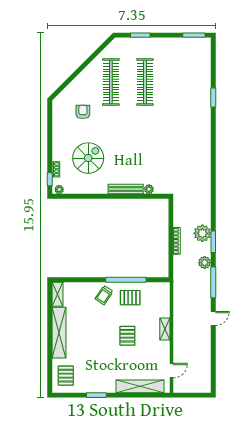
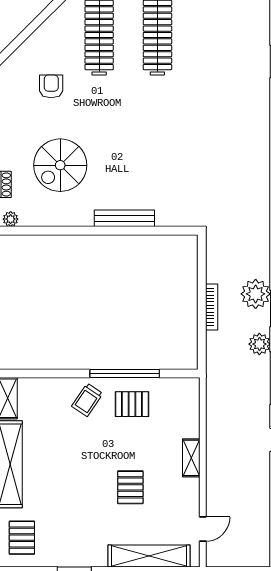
spiral stairs: (88, 158) -> (60, 165), turned 180
plant: (149, 189) -> (164, 219), removed
pallet: (127, 336) -> (130, 487), moved

